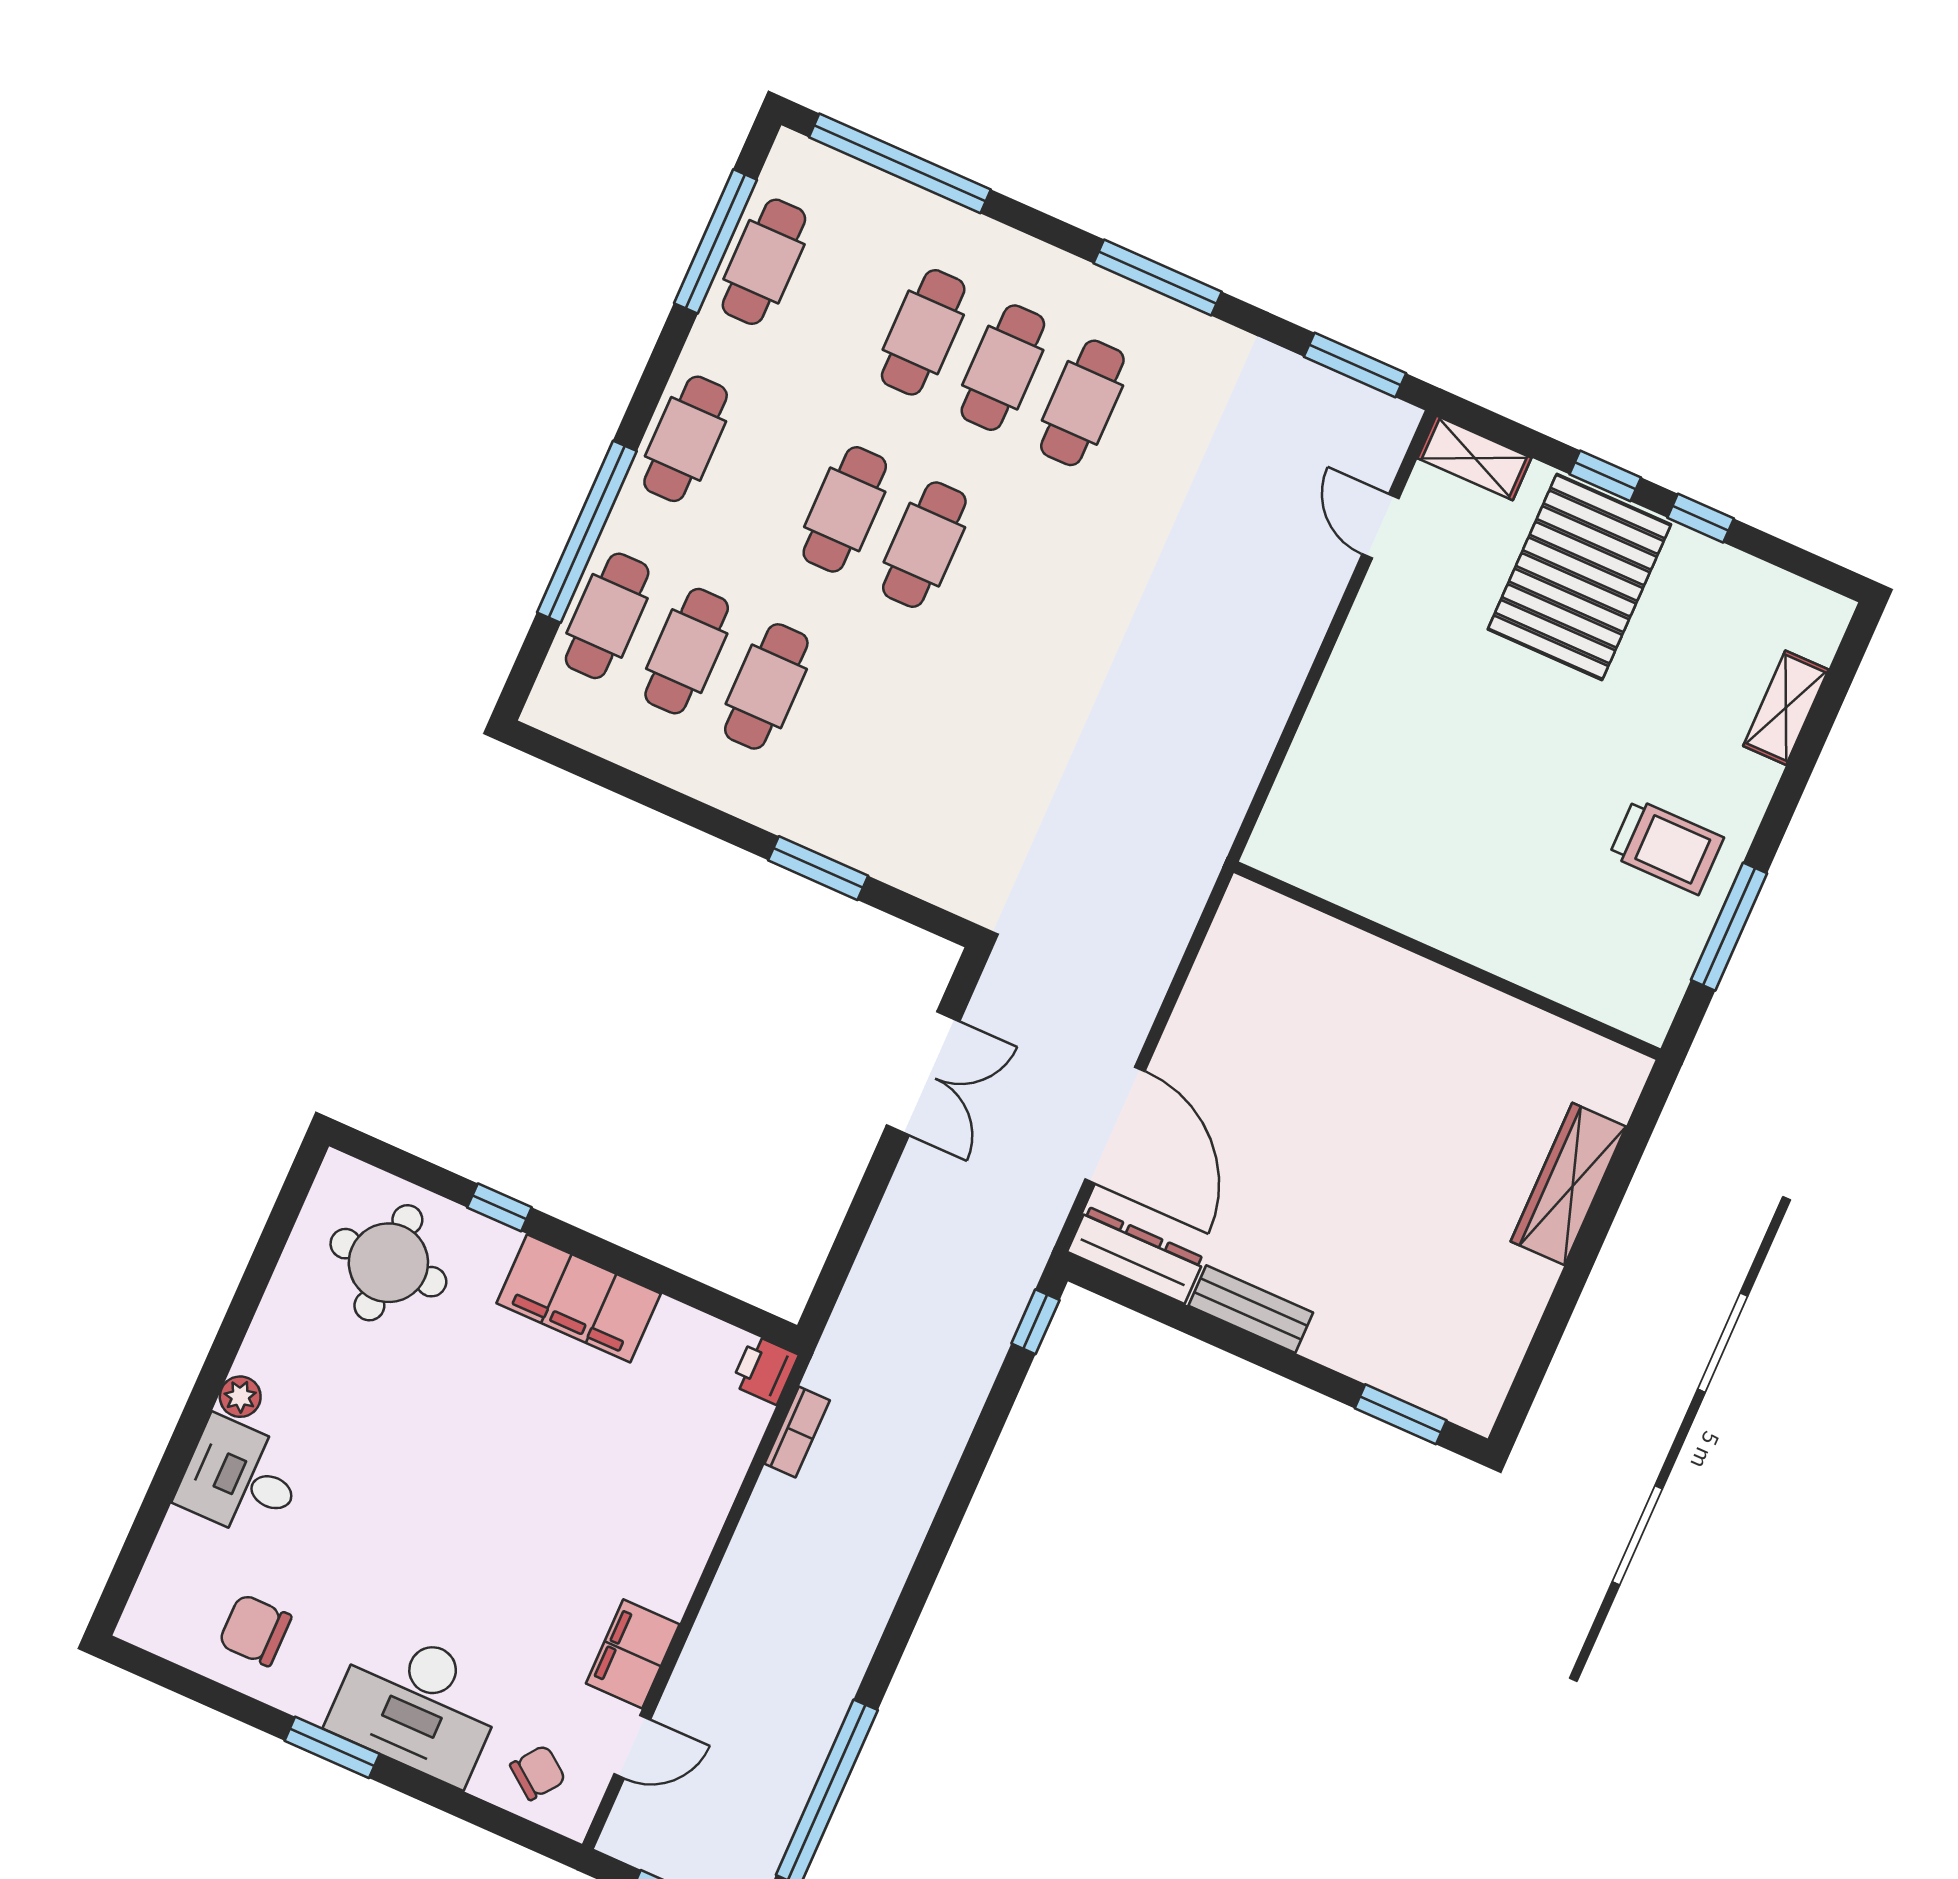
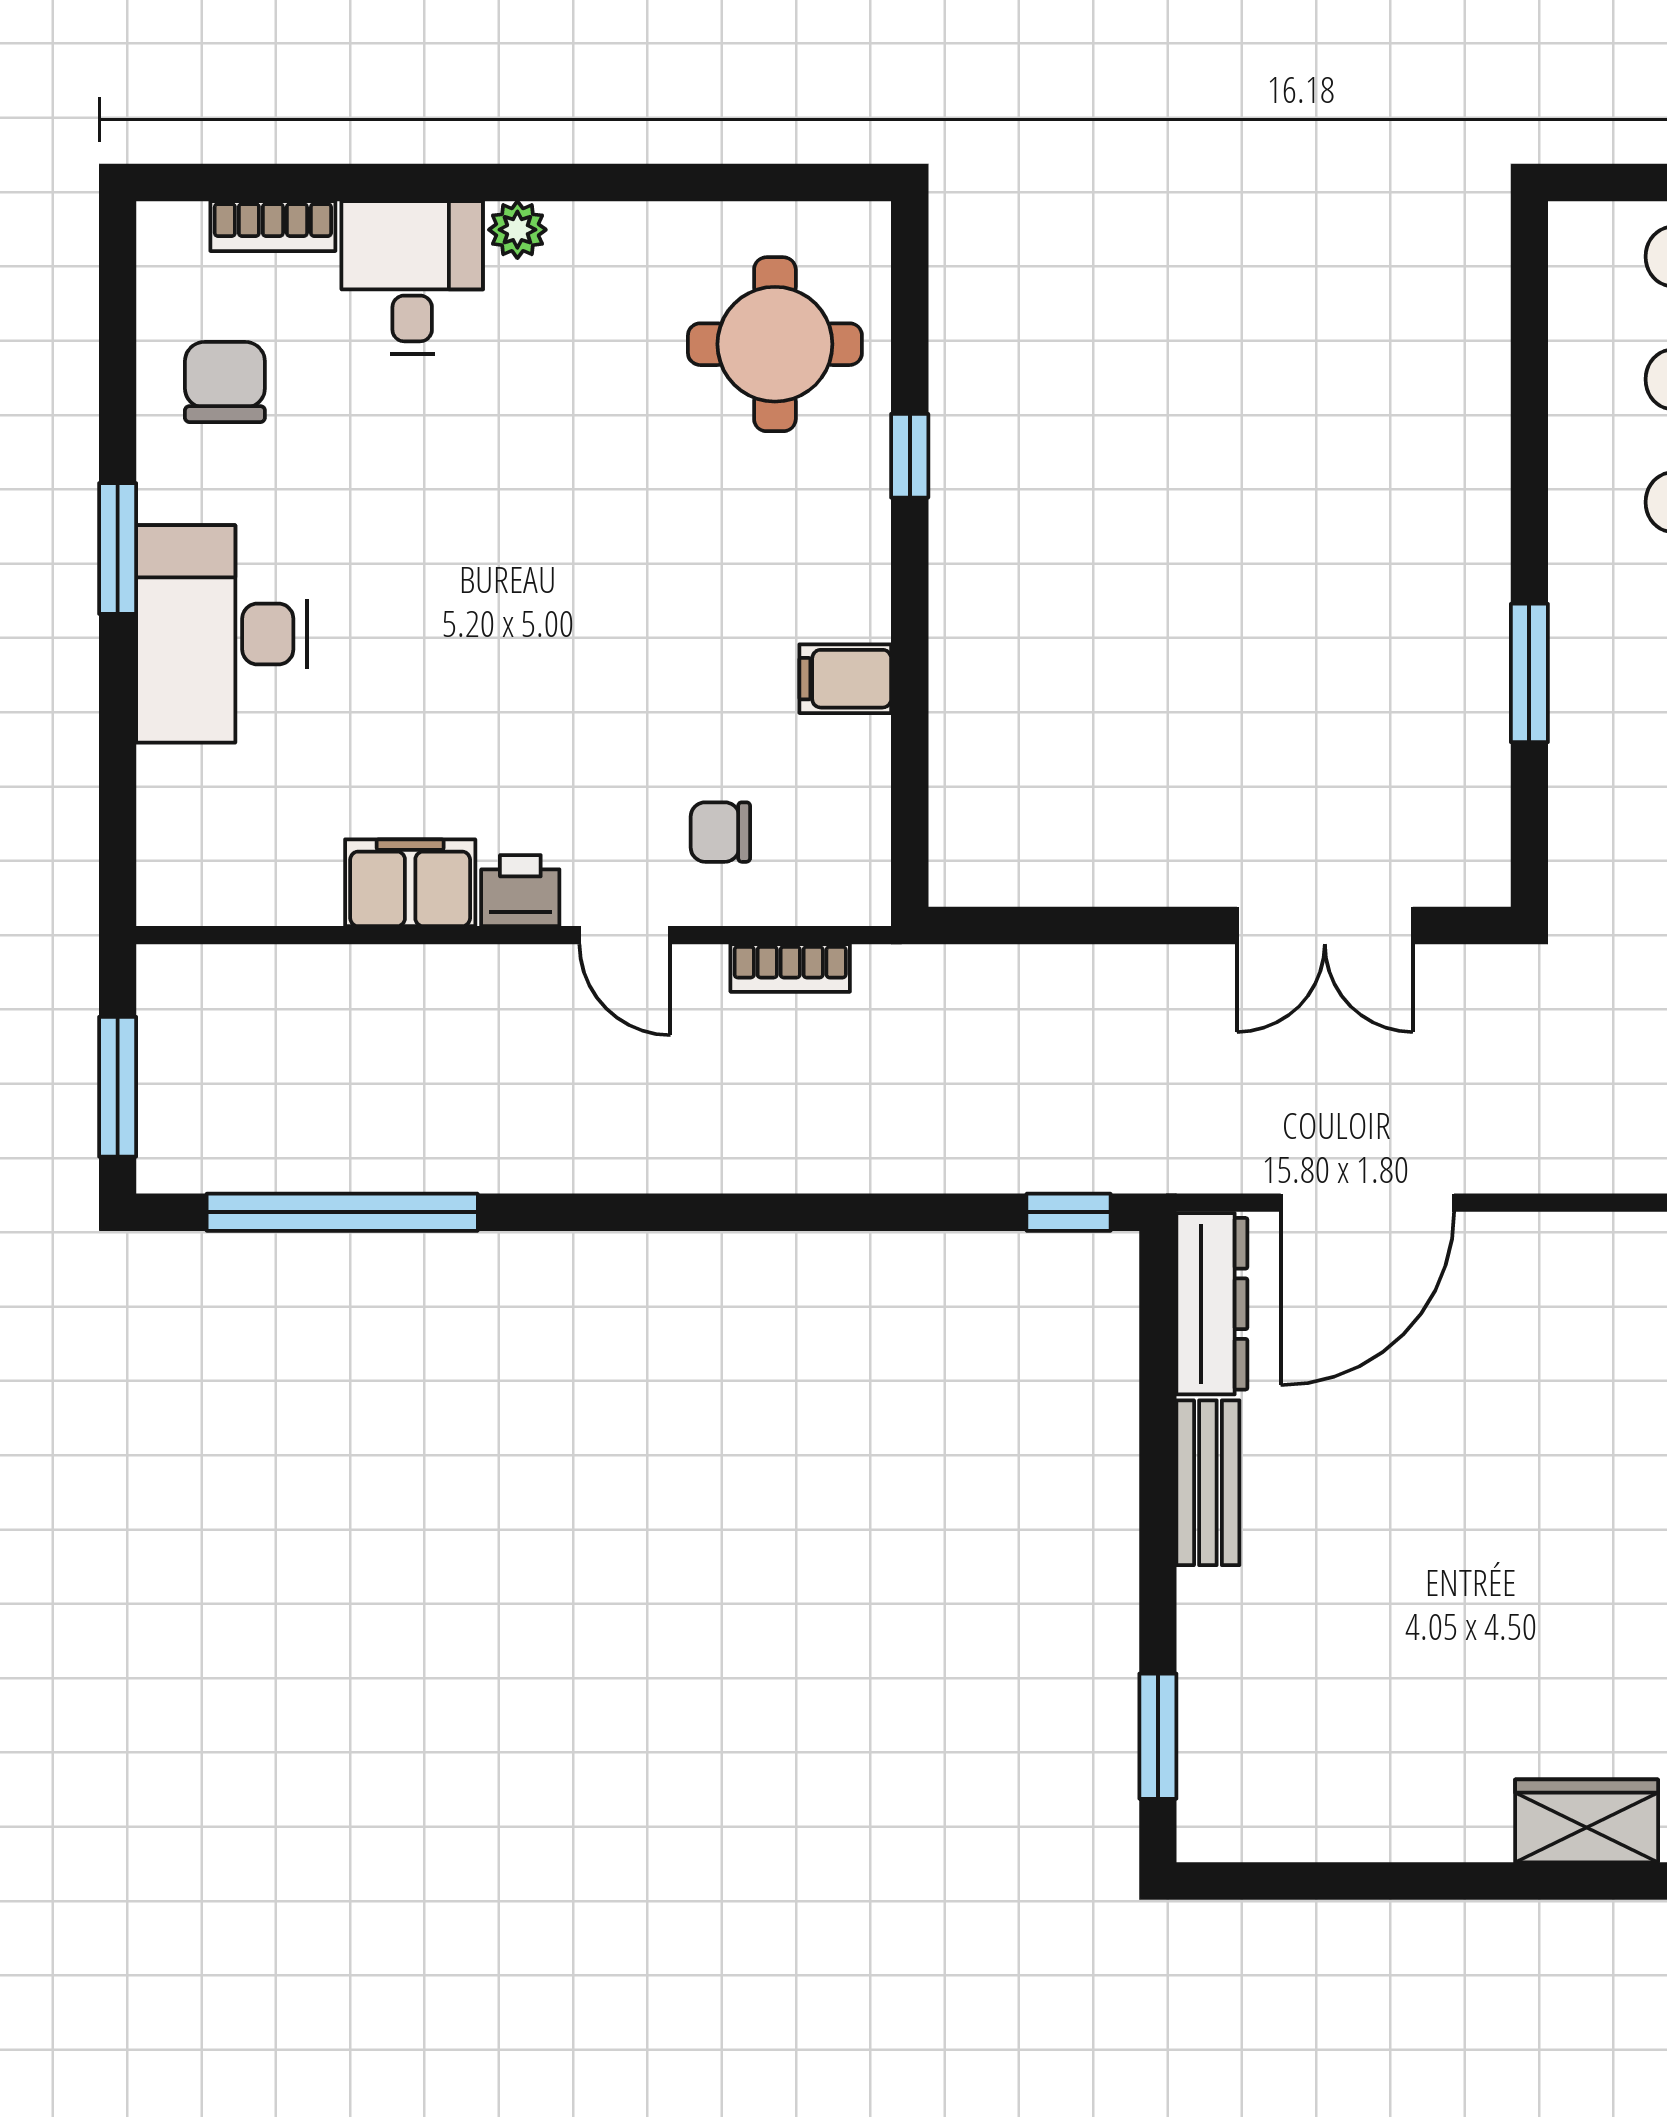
wardrobe: (1568, 1184) -> (1587, 1821), width x0.67
filing cabinet: (579, 1298) -> (845, 679), width x0.33, depth x0.86
printer: (765, 1370) -> (520, 891), moved
bookcase: (168, 1554) -> (273, 226), added
door: (632, 1747) -> (625, 935), moved
chair: (538, 1773) -> (720, 832), moved, turned 143

